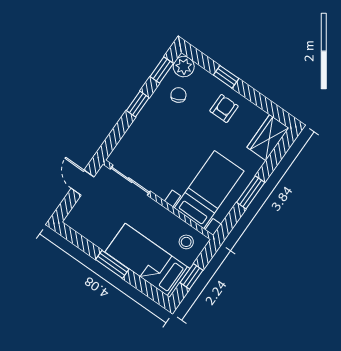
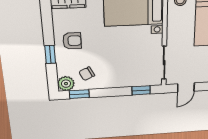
window: (138, 104) -> (141, 90), moved
armchair: (224, 108) -> (72, 41), turned 180

